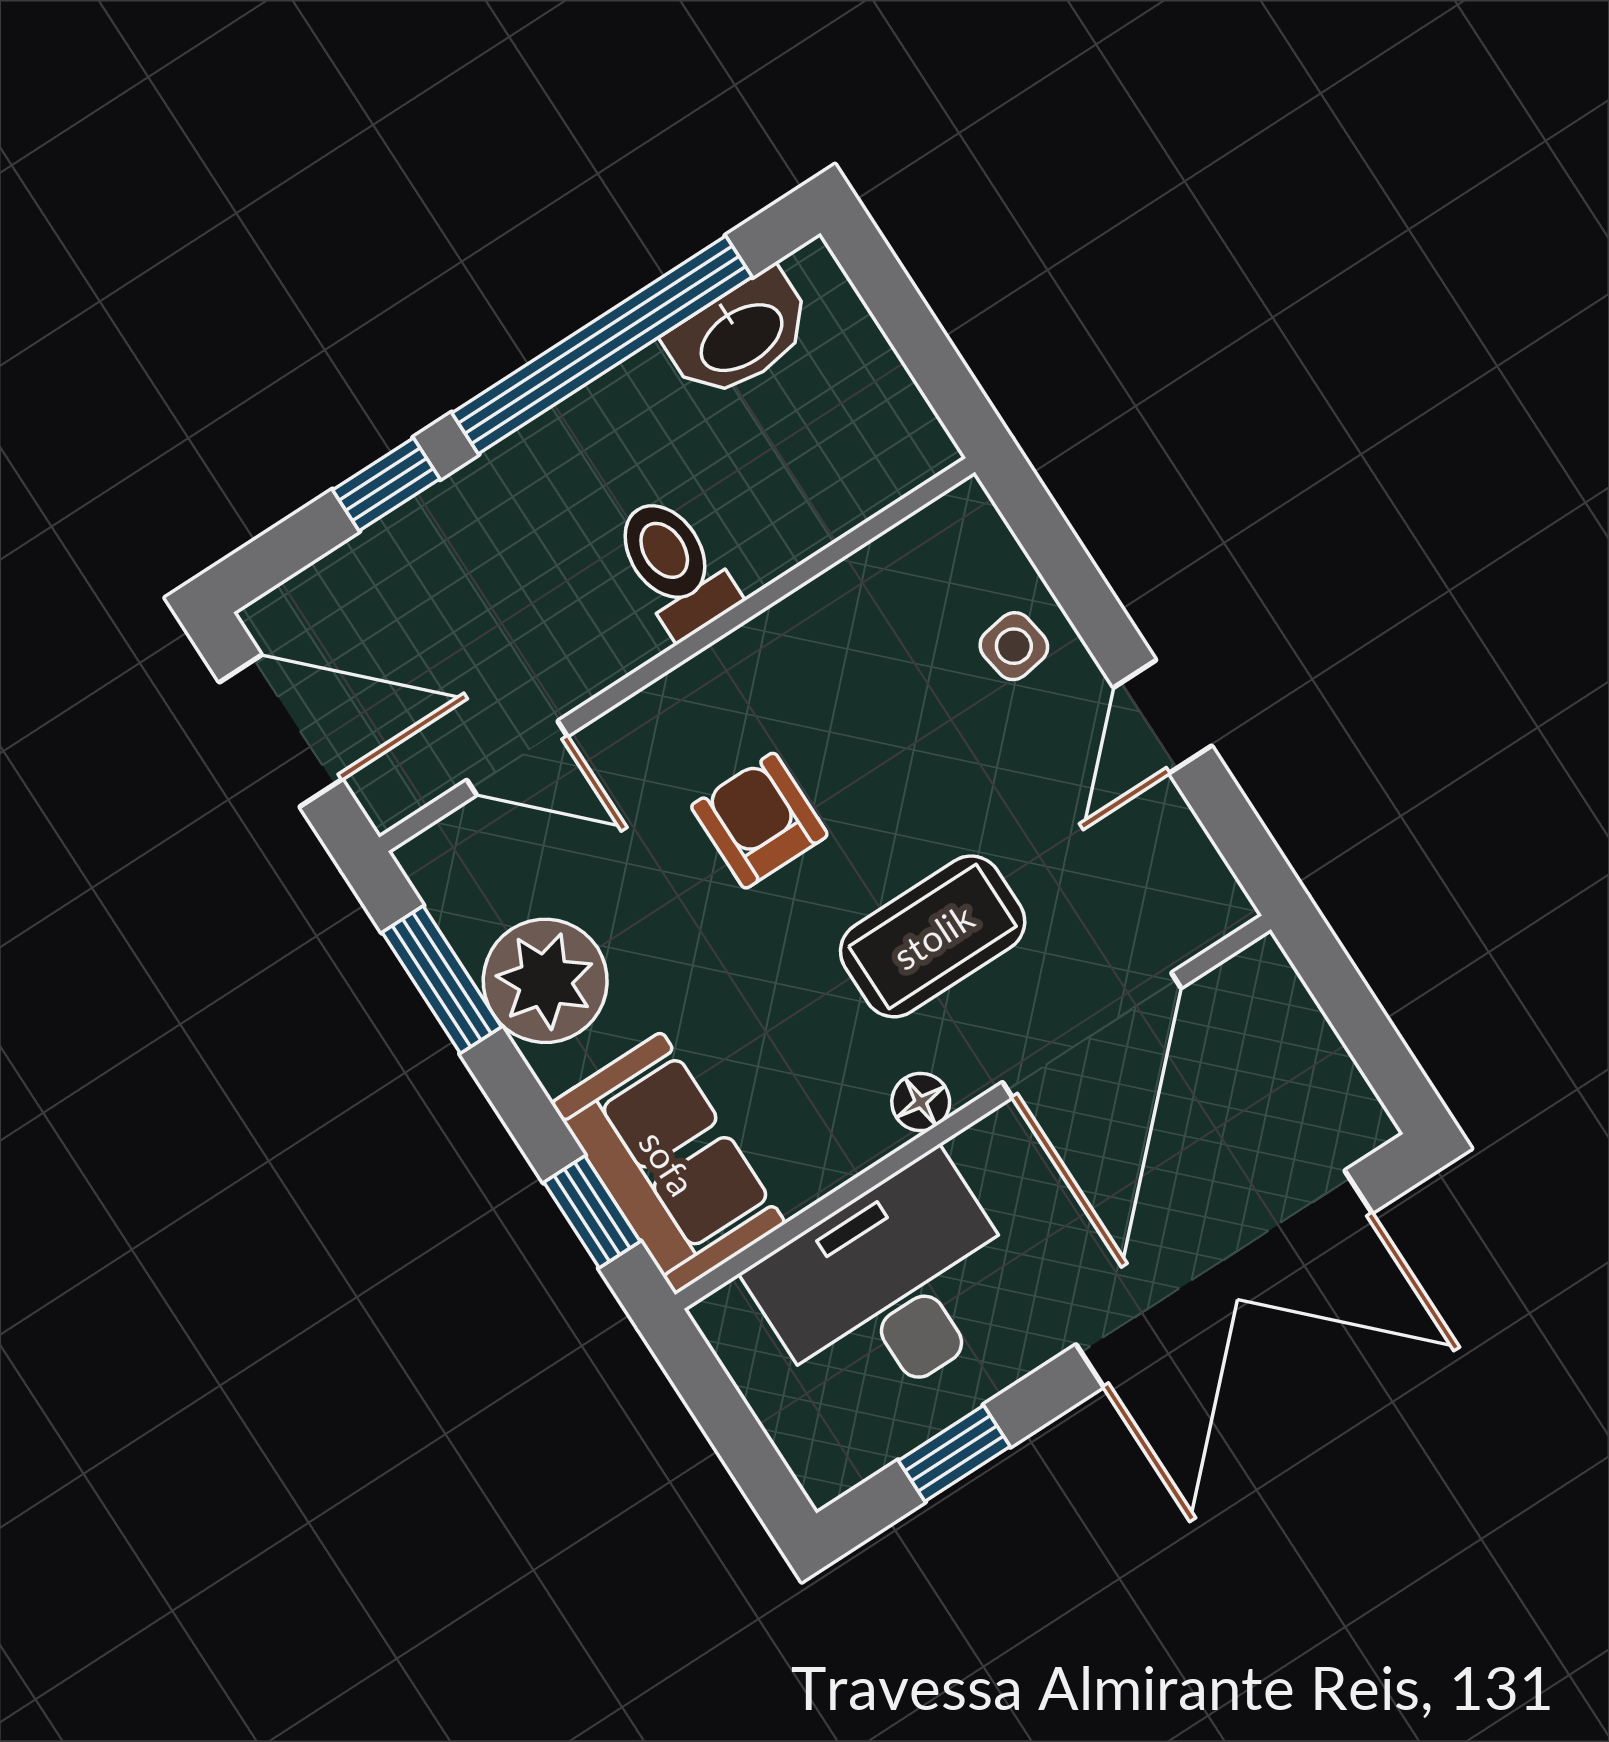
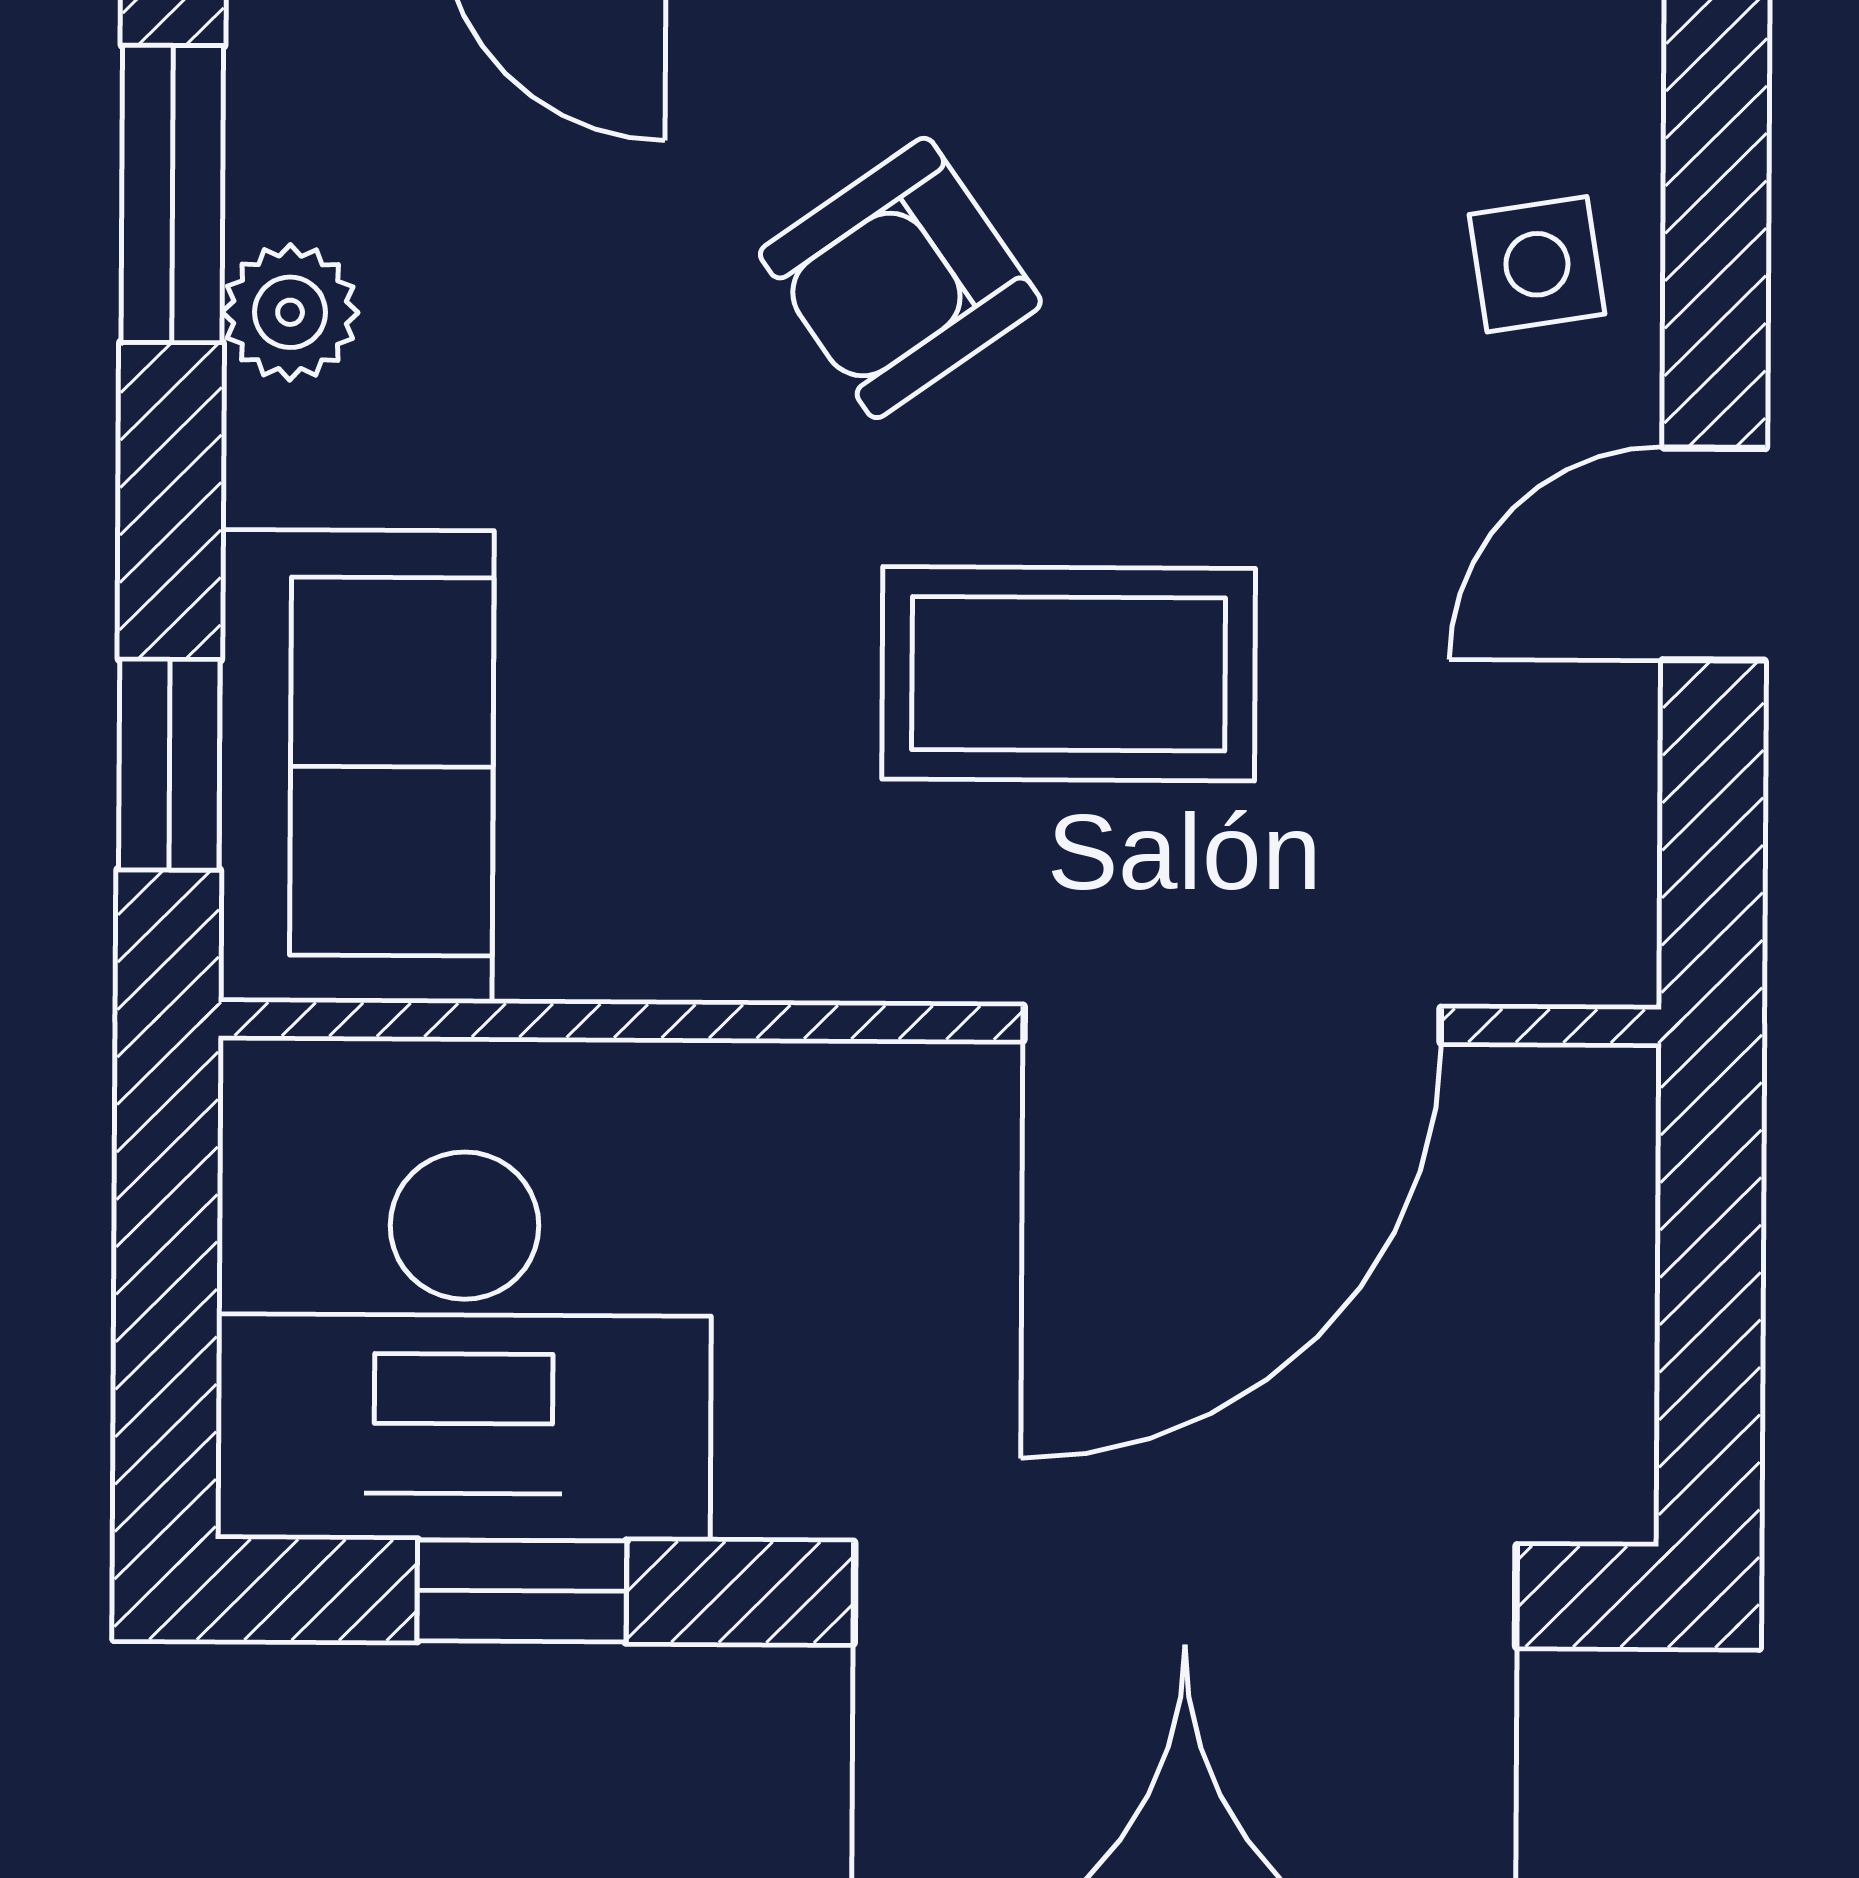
armchair: (759, 821) -> (900, 278), turned -125
plant: (545, 981) -> (290, 312), width x0.53, depth x0.53
floor lamp: (921, 1102) -> (861, 946), removed
desk: (890, 1288) -> (464, 1346), moved, turned 180

